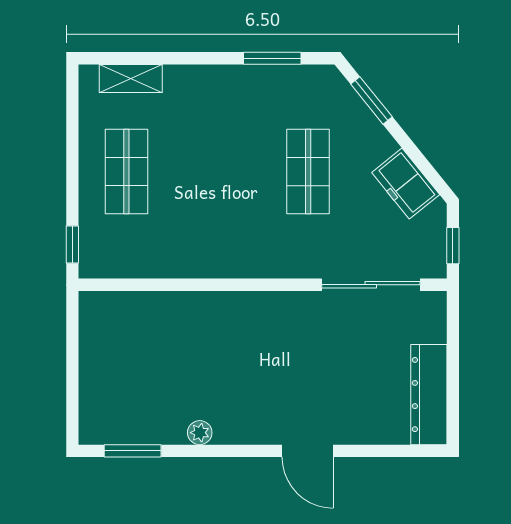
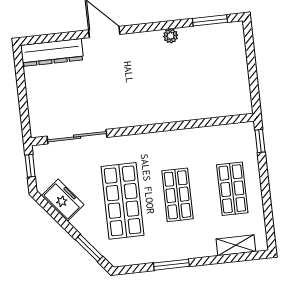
window: (272, 58) -> (171, 265), moved
shop shelf: (217, 172) -> (177, 195), added
shop shelf: (308, 172) -> (123, 201), width x1.43, depth x1.36
dresser: (429, 395) -> (52, 53), moved, turned 90

